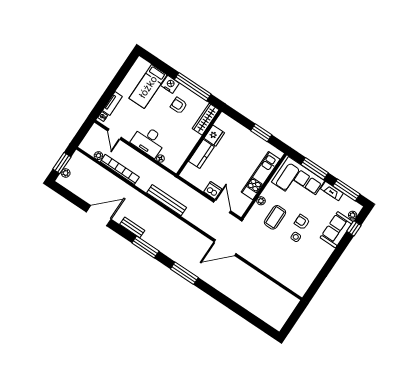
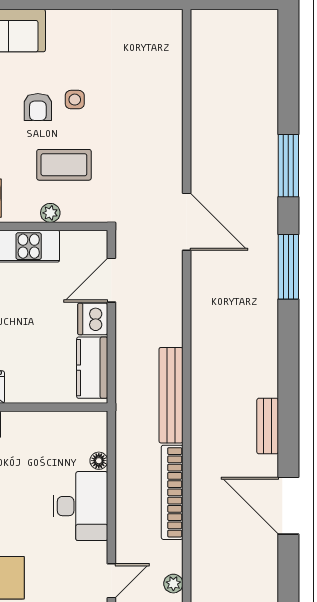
kitchen counter: (201, 154) -> (92, 368), moved, turned -90
bookcase: (120, 169) -> (172, 492), moved
window: (145, 247) -> (288, 166), moved

